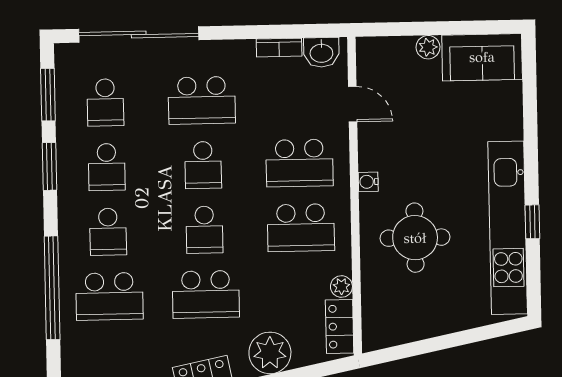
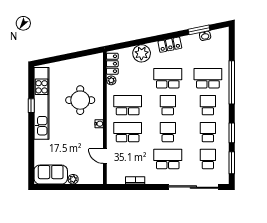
washbasin: (321, 52) -> (118, 178), removed

